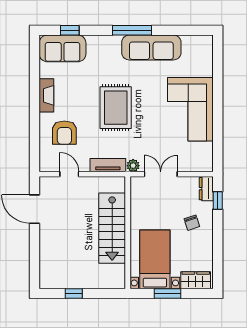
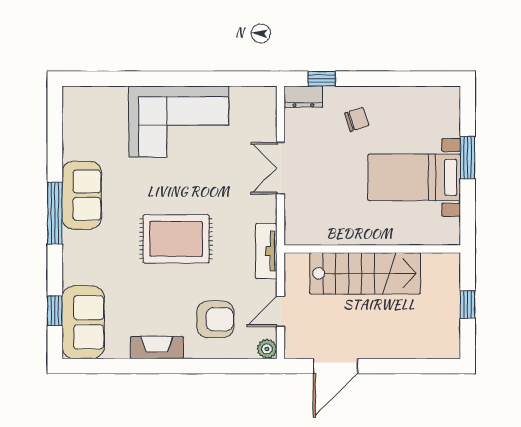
sofa: (151, 47) -> (82, 195), width x0.73
plant: (133, 166) -> (267, 349), moved
stairs: (112, 228) -> (365, 273), moved
wall: (128, 233) -> (372, 249), moved
wardrobe: (196, 280) -> (447, 113), removed

